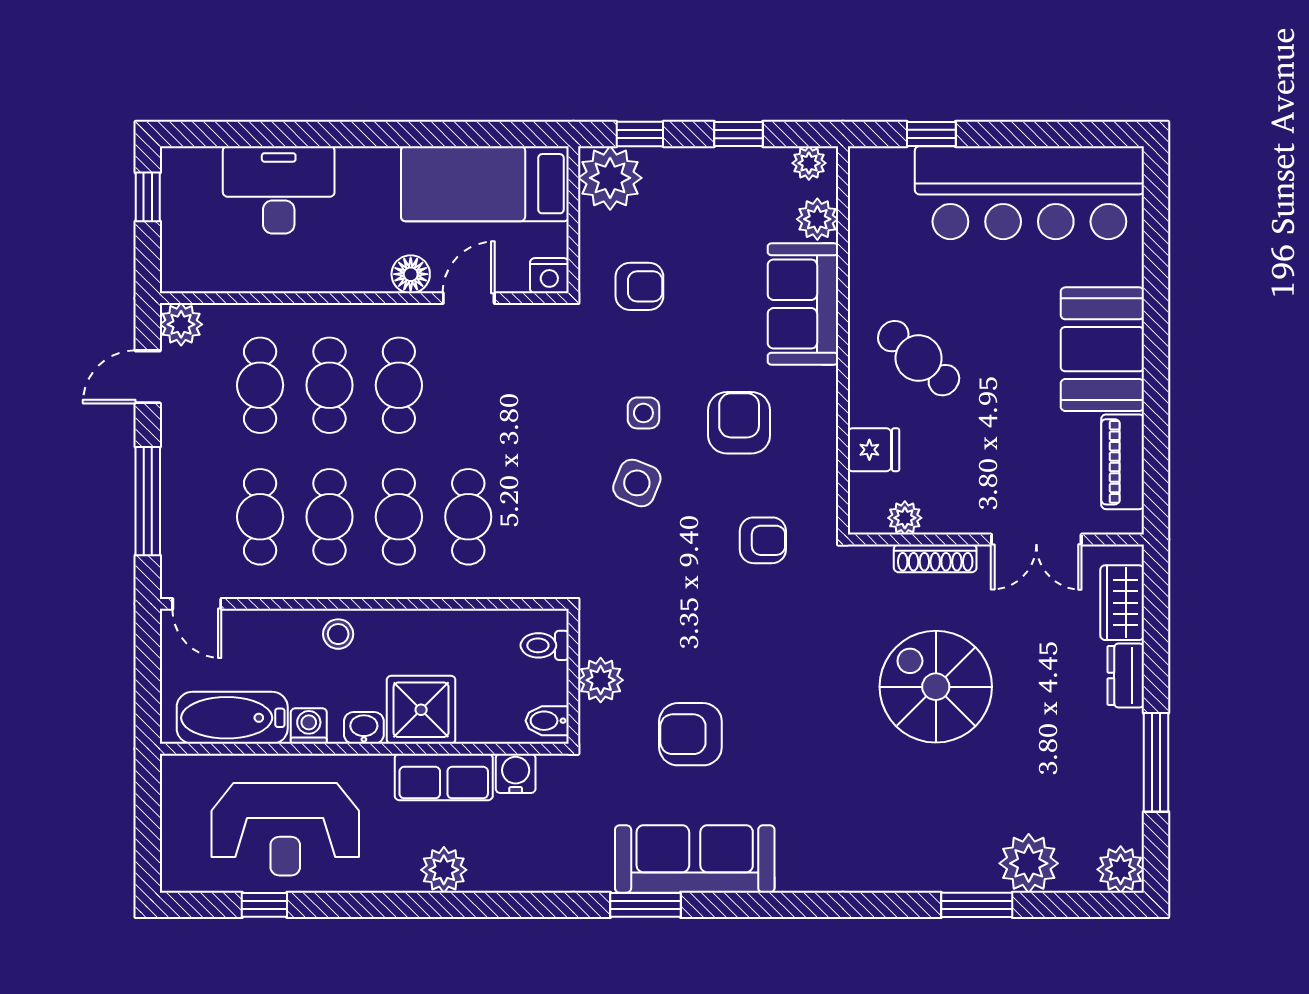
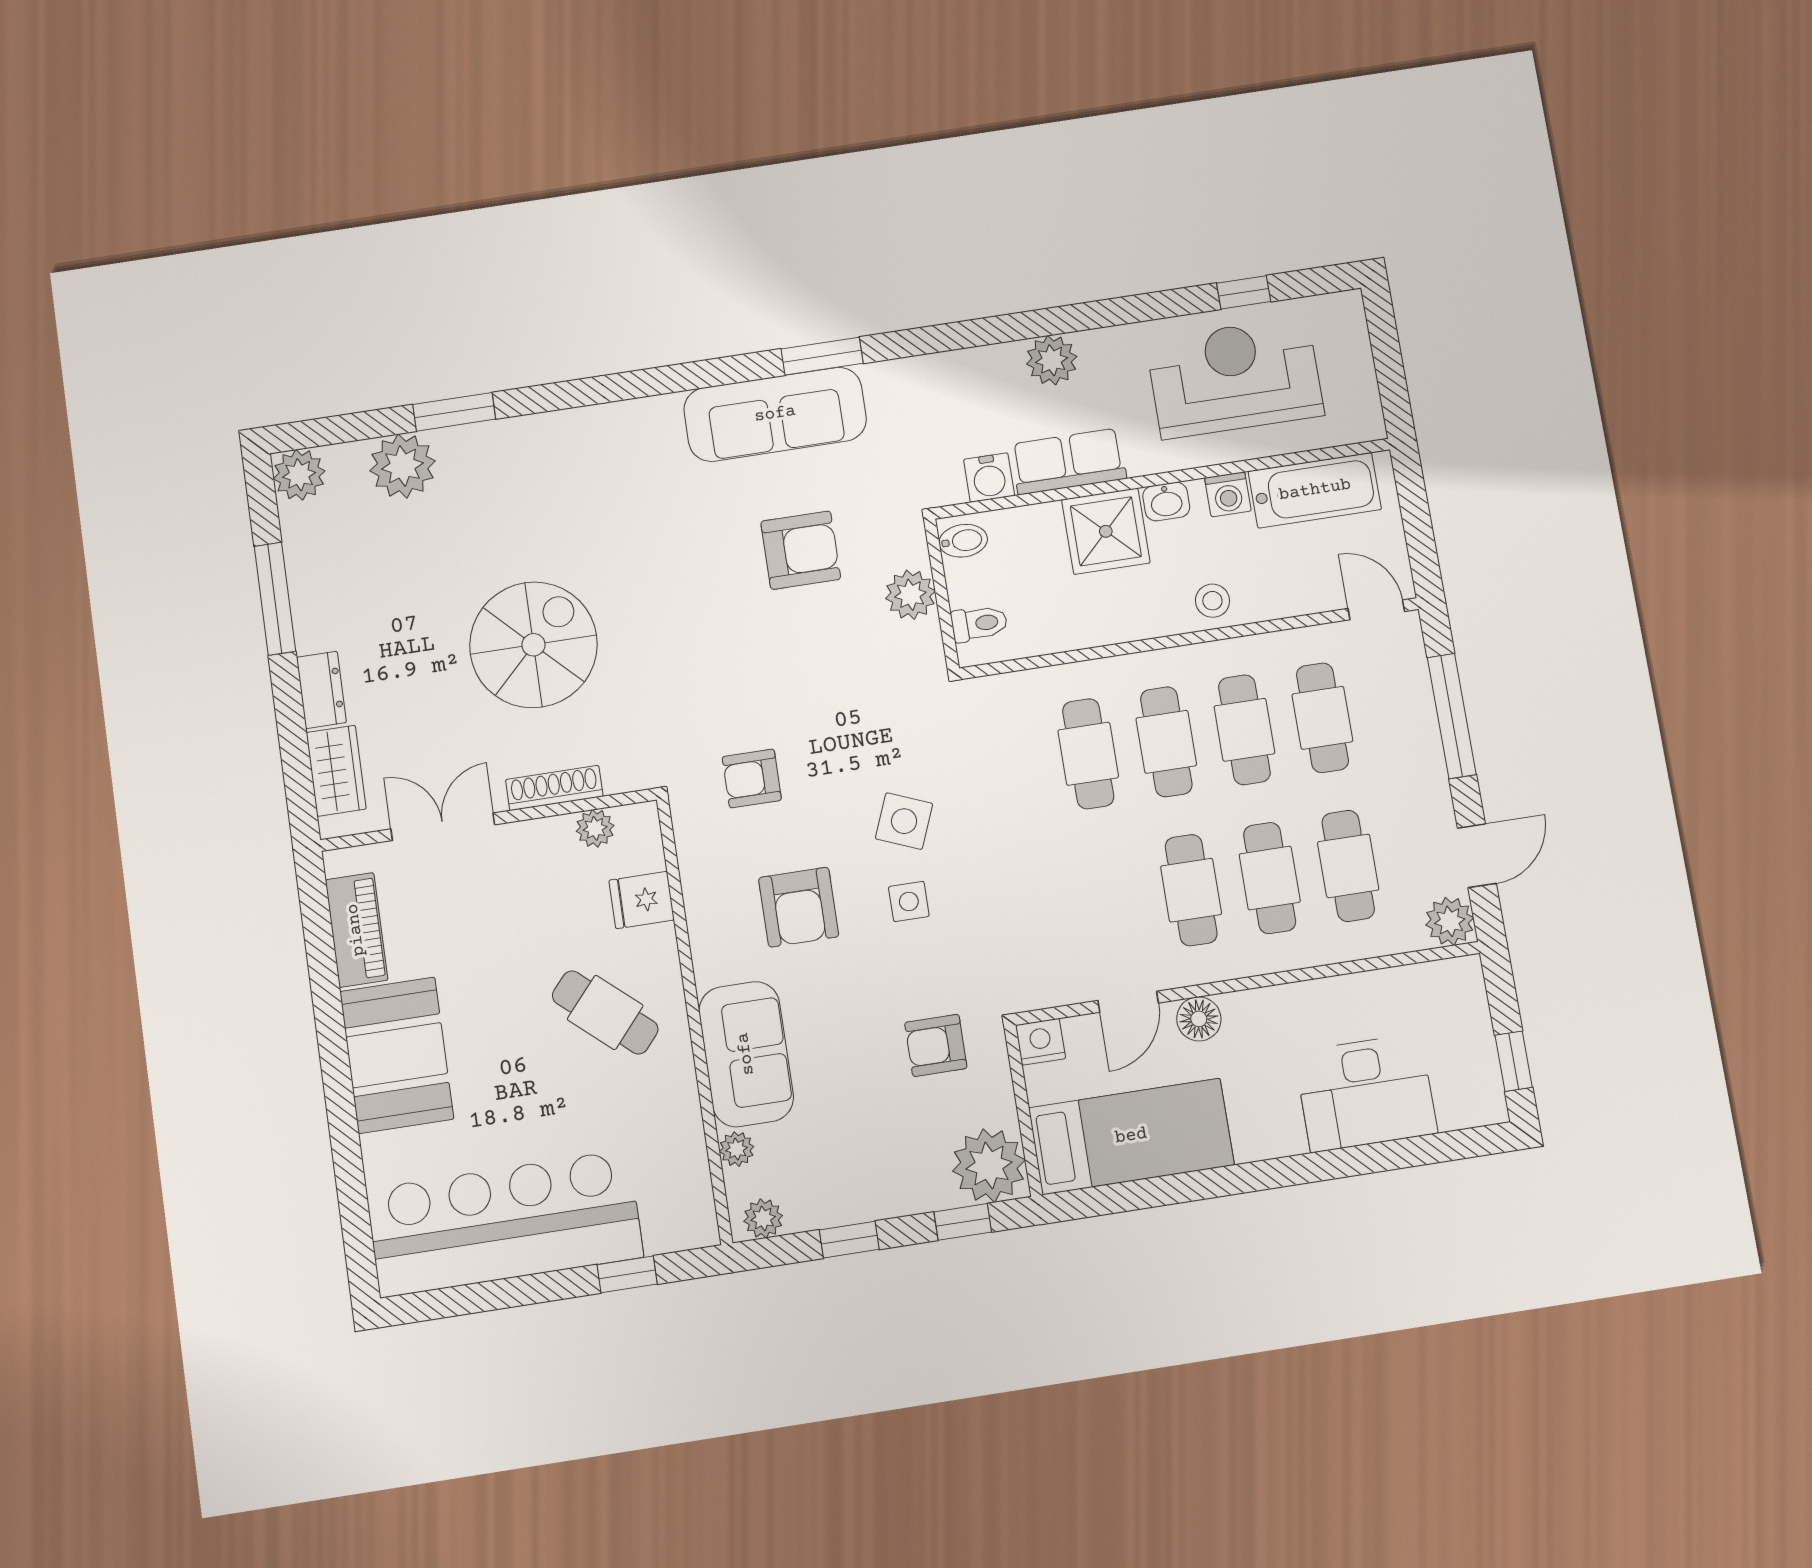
plant: (817, 219) -> (737, 1149), width x0.73, depth x0.73
spiral stairs: (936, 687) -> (533, 645), turned -90

